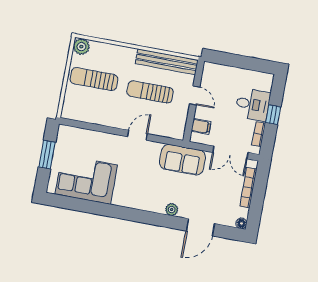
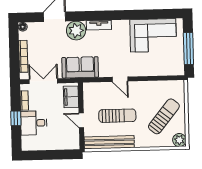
sun lounger: (94, 79) -> (164, 116), turned -51
filing cabinet: (201, 126) -> (71, 97), width x2.00
door: (137, 135) -> (120, 79), hinge flipped
window: (47, 155) -> (188, 49), width x1.44
tv unit: (149, 206) -> (99, 25), added
plant: (172, 210) -> (76, 31), width x1.88, depth x1.88

